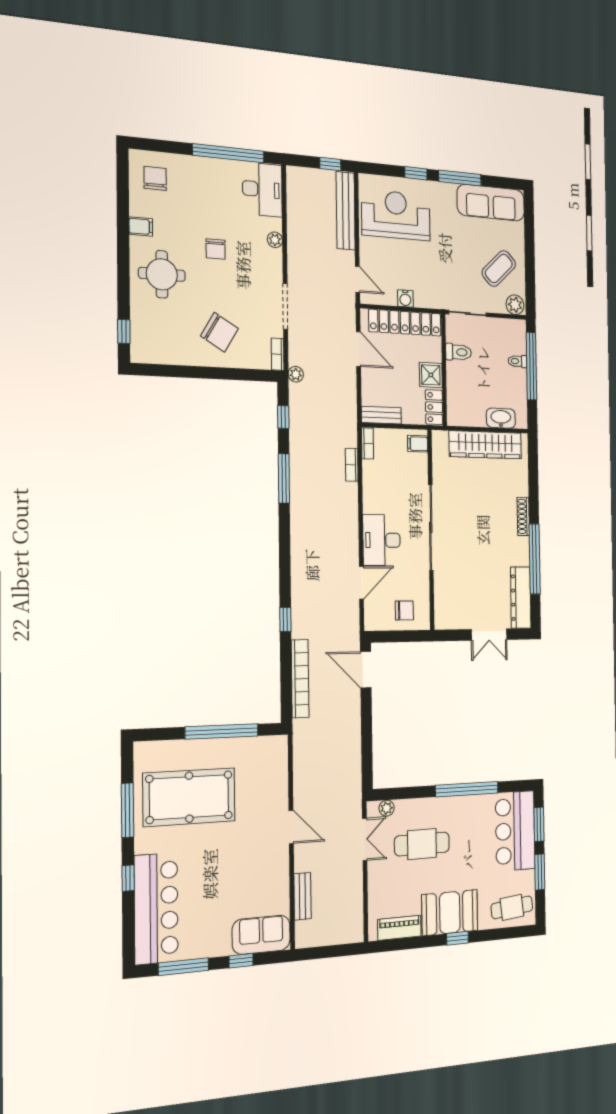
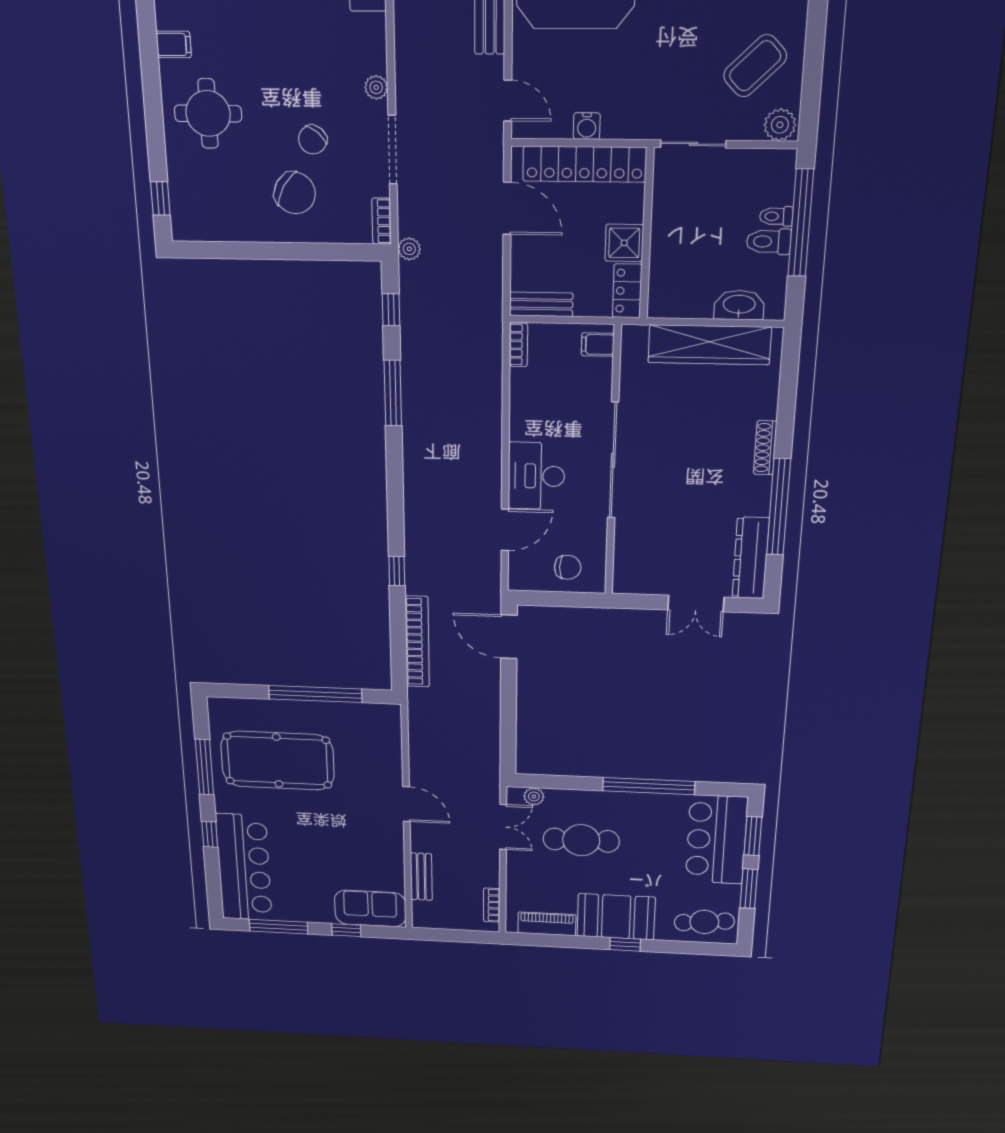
plant: (275, 240) -> (376, 87), moved
chair: (216, 249) -> (313, 140), moved, turned 40
toilet: (458, 352) -> (769, 242), moved, turned 180
bookcase: (352, 465) -> (492, 905), moved

